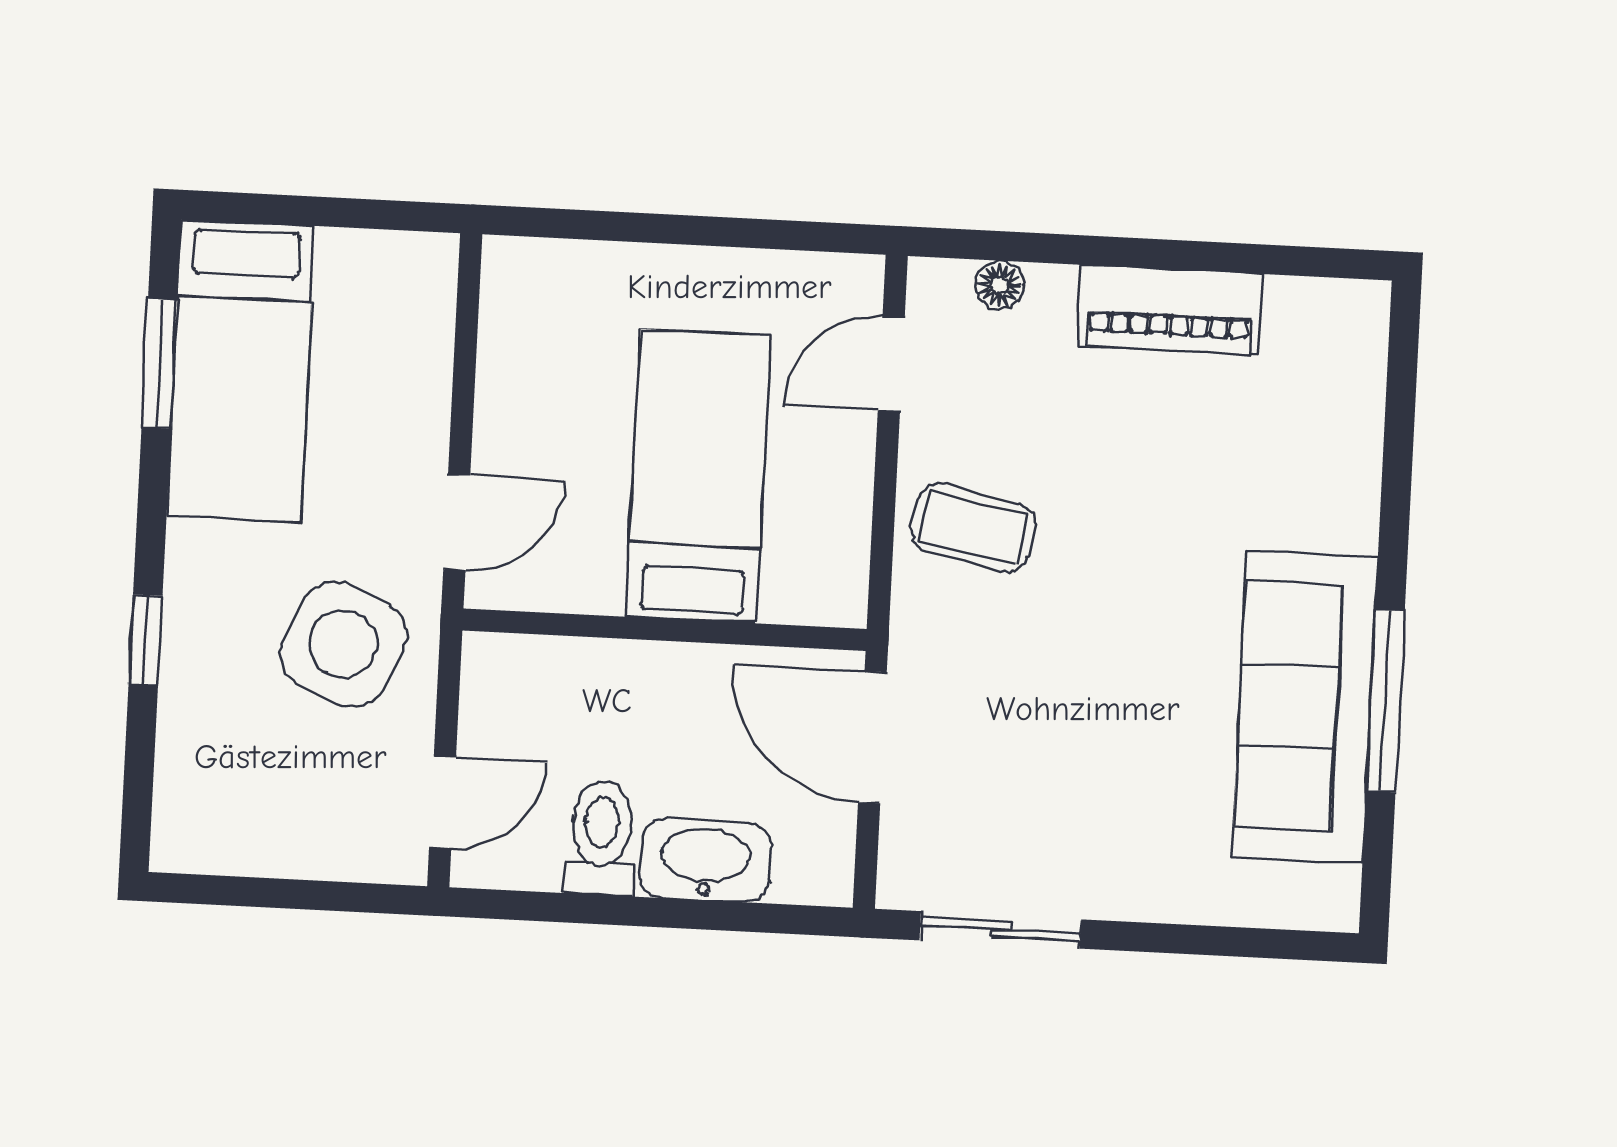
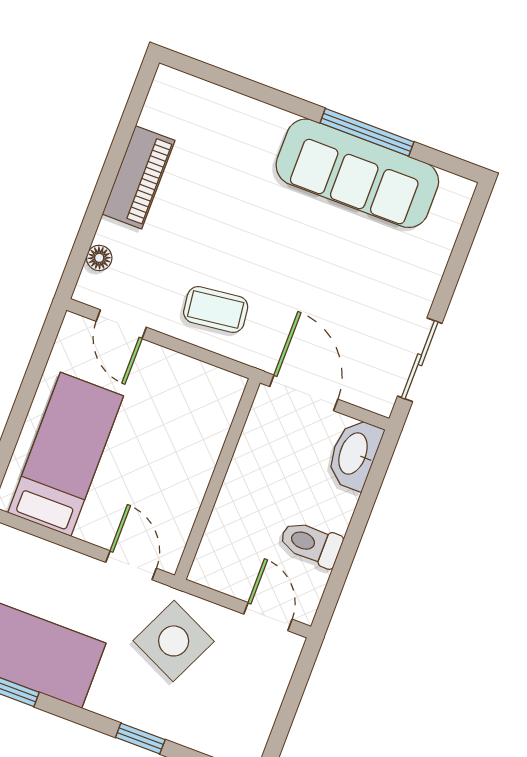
bed: (698, 476) -> (66, 454), moved, turned 90
coffee table: (973, 528) -> (216, 309), turned 72
door: (872, 737) -> (304, 393), swing flipped
washbasin: (705, 861) -> (354, 454), moved

